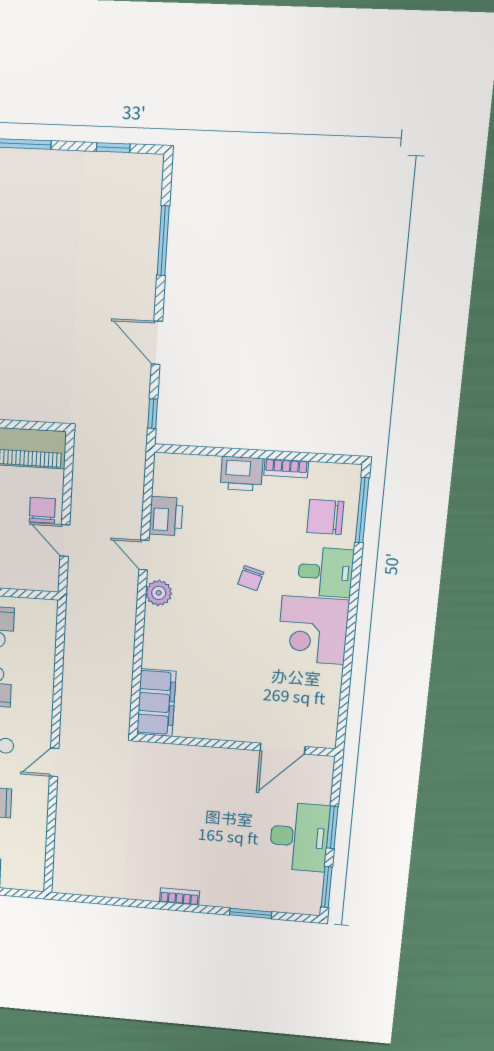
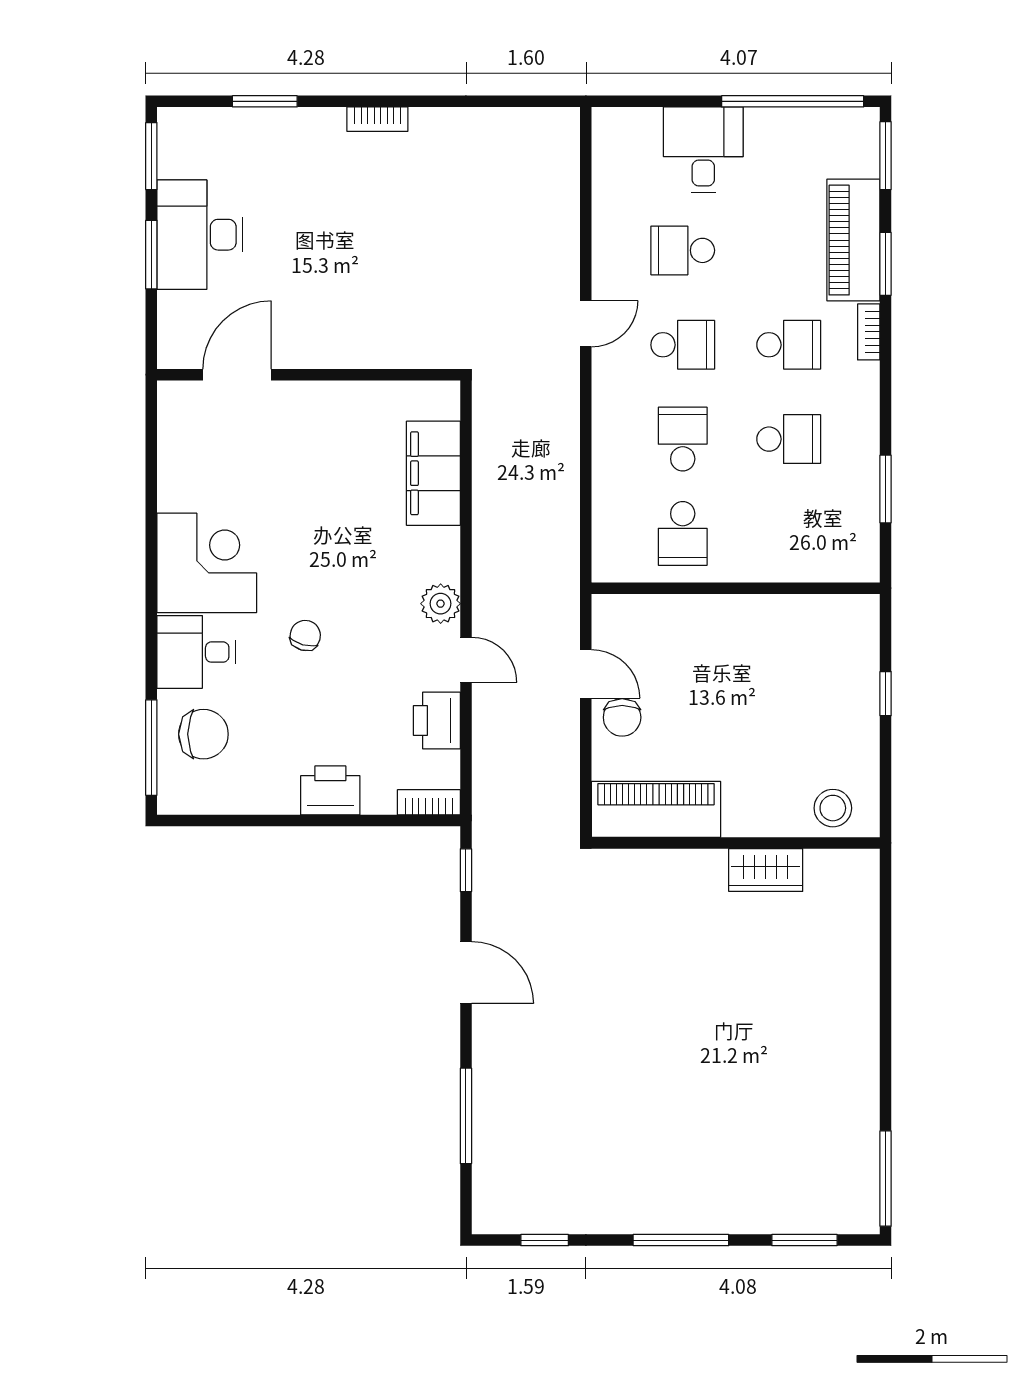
bookcase: (286, 468) -> (429, 802), moved
filing cabinet: (156, 703) -> (433, 473), moved

